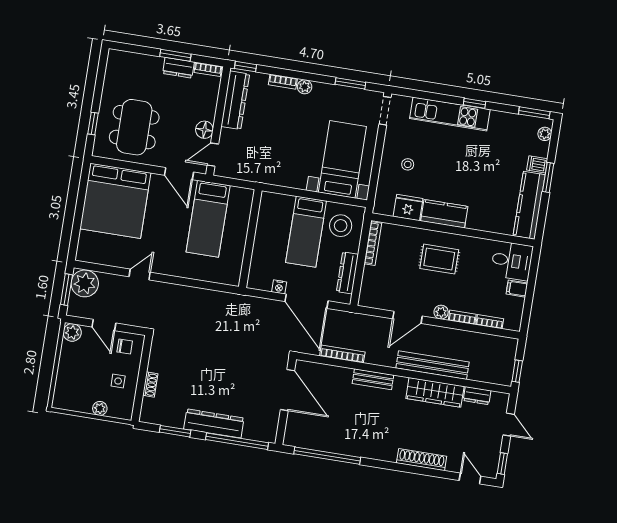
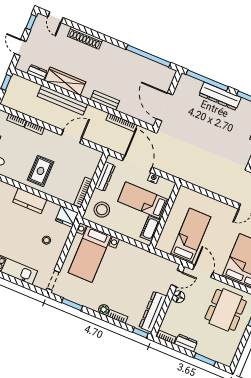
window: (175, 55) -> (205, 360), moved
fridge: (408, 208) -> (67, 217), moved
cot: (267, 215) -> (150, 229), added
bed: (306, 232) -> (143, 201), moved, turned -90
rug: (439, 259) -> (41, 171), turned 90
plant: (441, 312) -> (48, 135), removed

